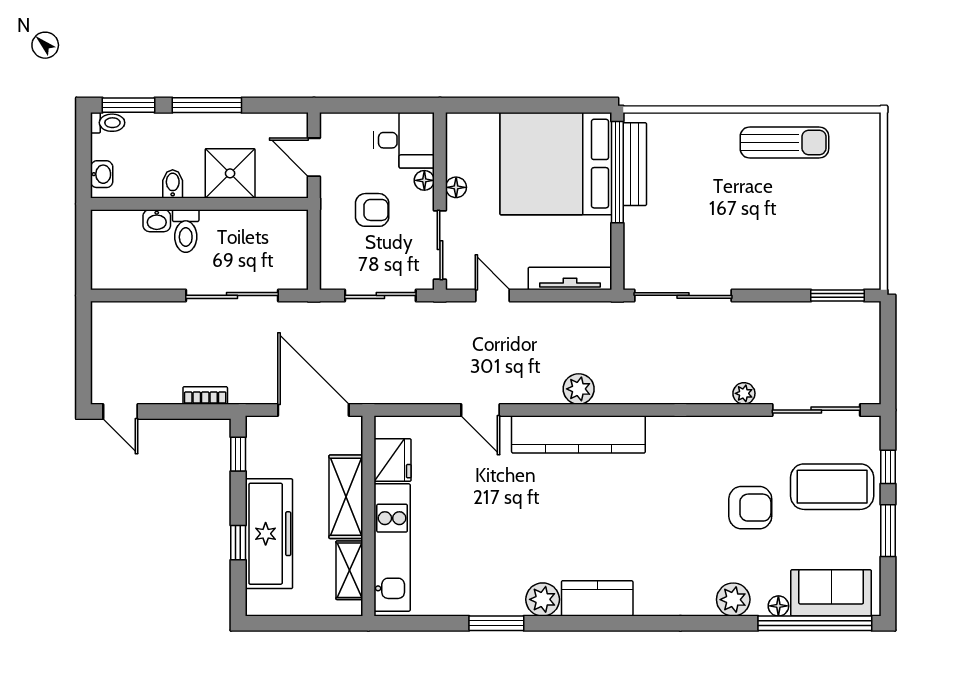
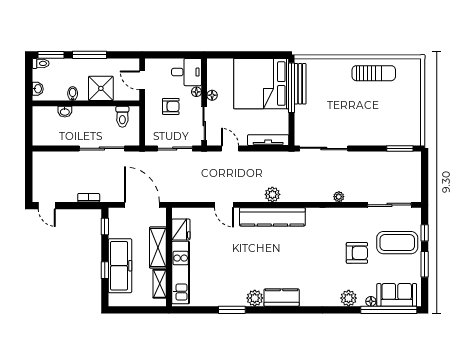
toilet: (186, 231) -> (122, 117), moved
plant: (744, 393) -> (339, 197), moved

